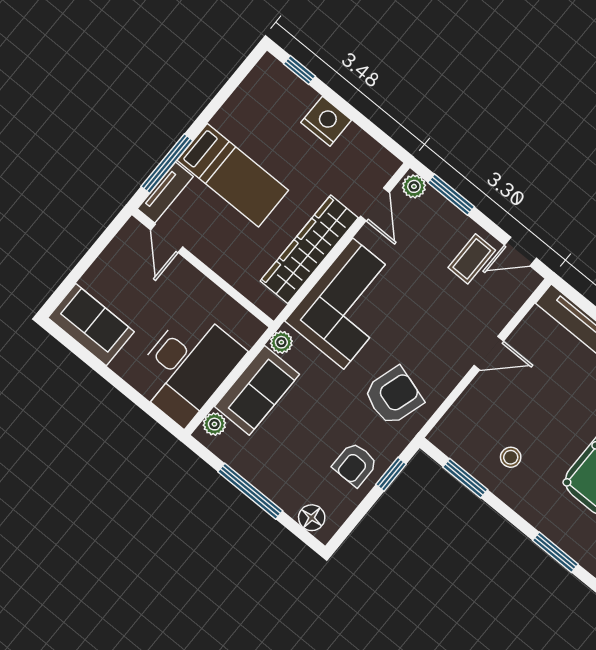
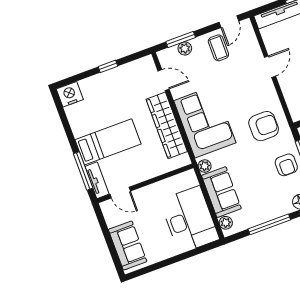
window: (299, 70) -> (108, 66), moved
nightstand: (326, 121) -> (70, 94), moved
plant: (414, 186) -> (185, 48), moved
sofa: (91, 325) -> (128, 245), moved, turned 90
armchair: (393, 396) -> (264, 126), turned 73

